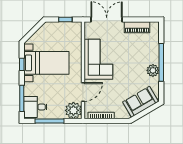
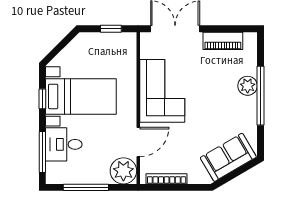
plant: (153, 70) -> (248, 86), moved
desk: (35, 107) -> (64, 144), moved

